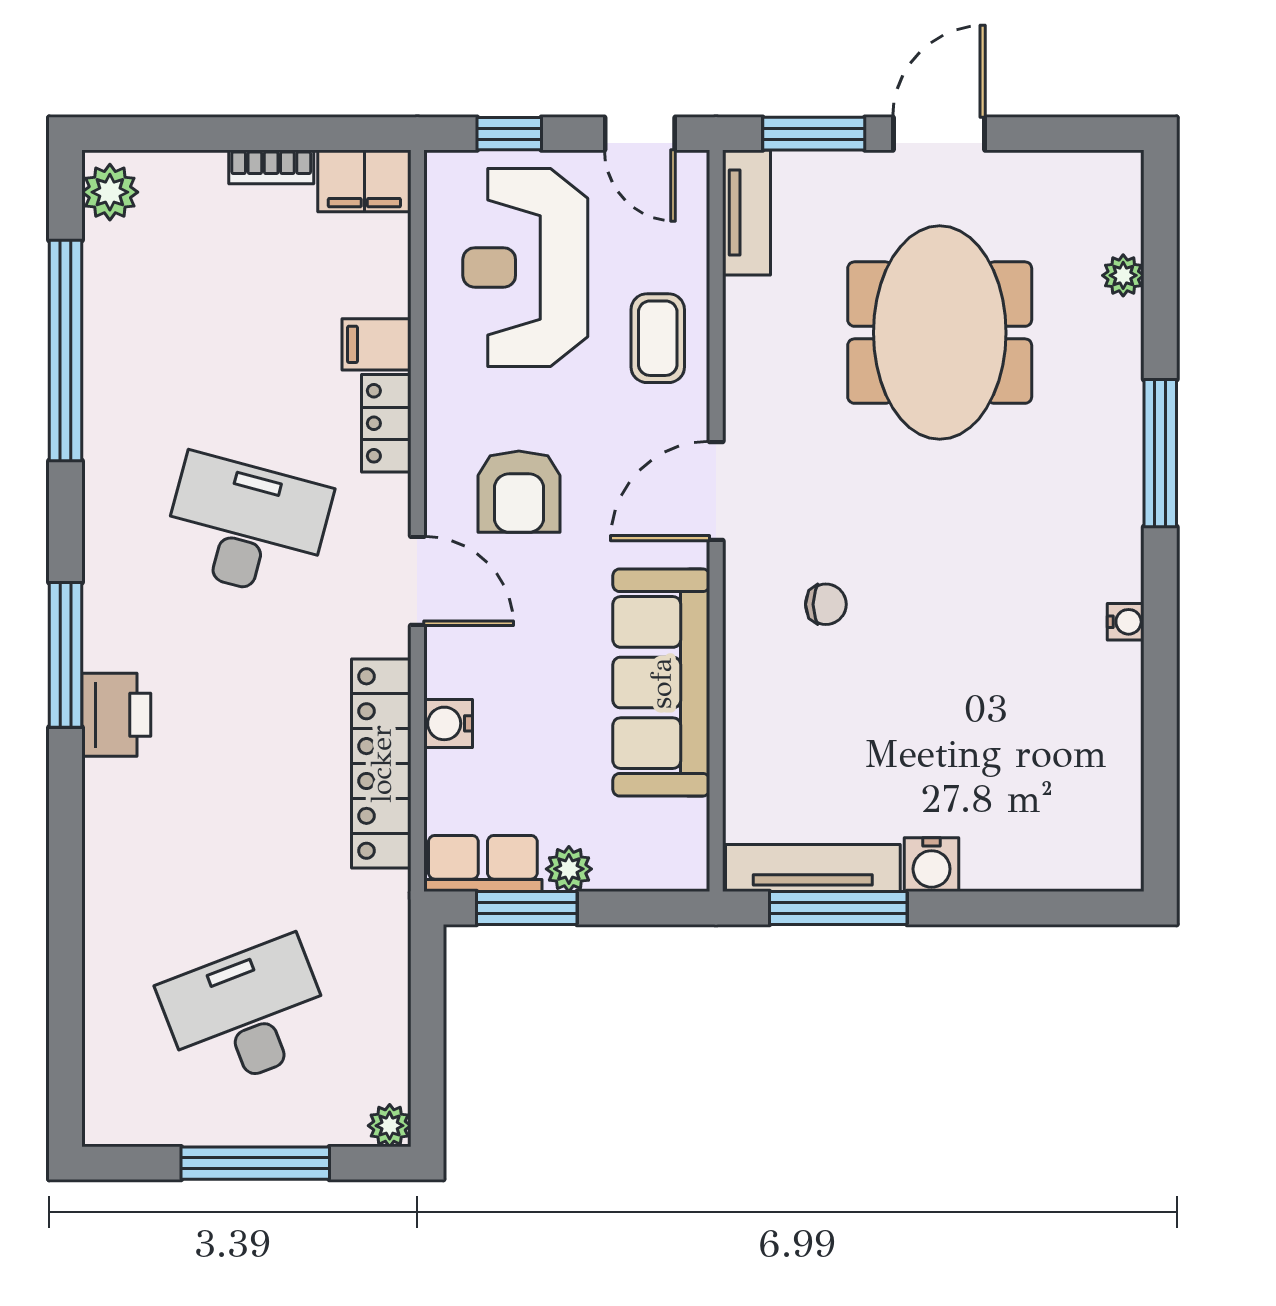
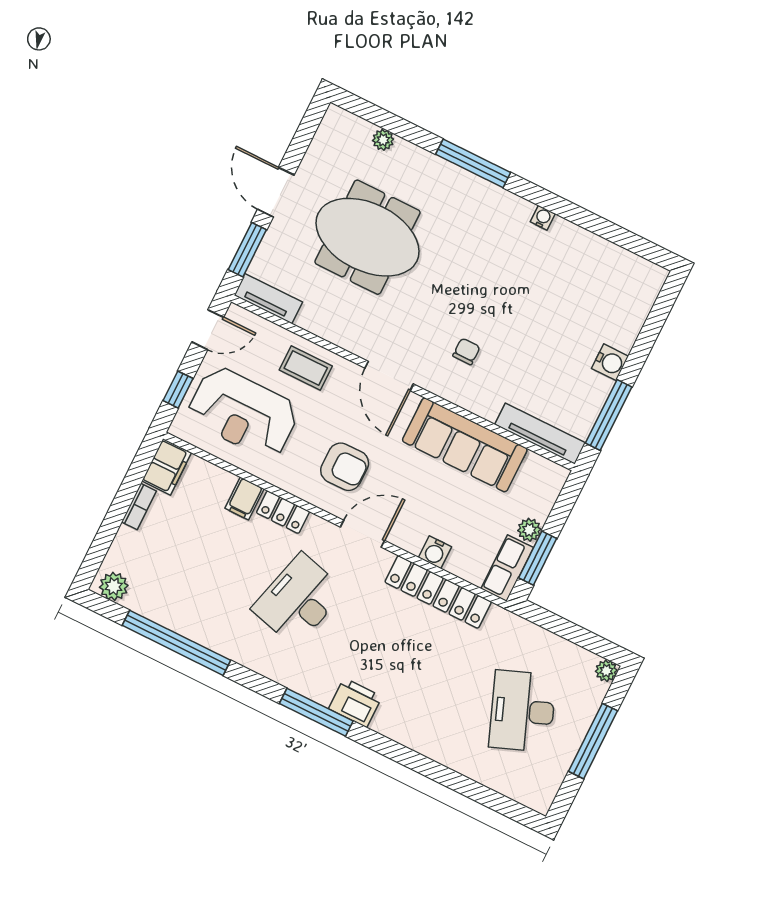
tv unit: (813, 868) -> (540, 434), moved, turned 90

